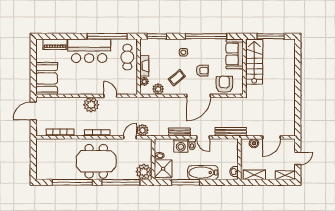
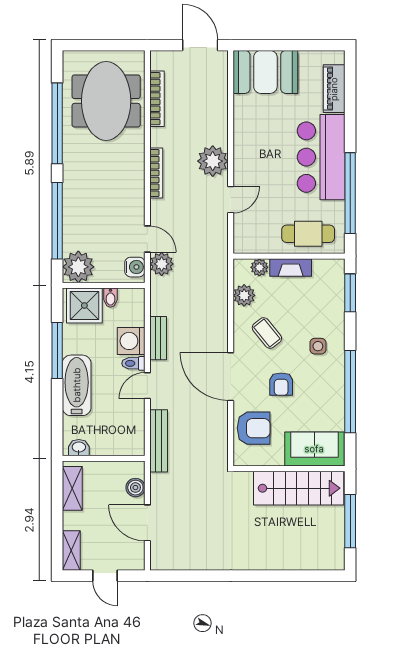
water cooler: (144, 144) -> (135, 267), added
meeting table: (96, 161) -> (106, 101), moved

